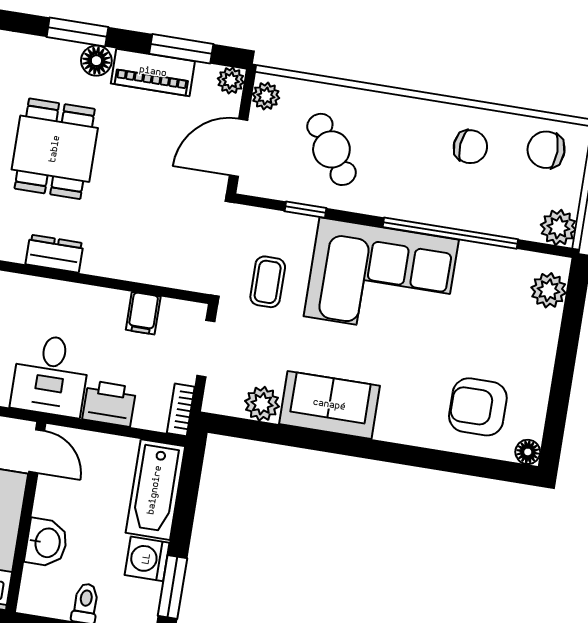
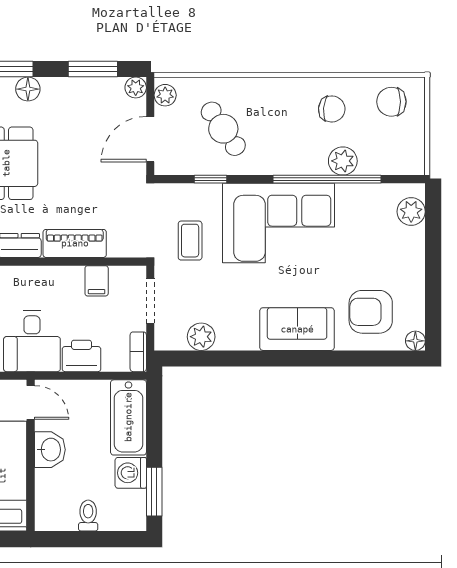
piano: (153, 72) -> (75, 243), moved, turned 180
plant: (558, 227) -> (343, 161), moved
sofa: (329, 405) -> (297, 329), moved
washbasin: (47, 543) -> (50, 450), moved

